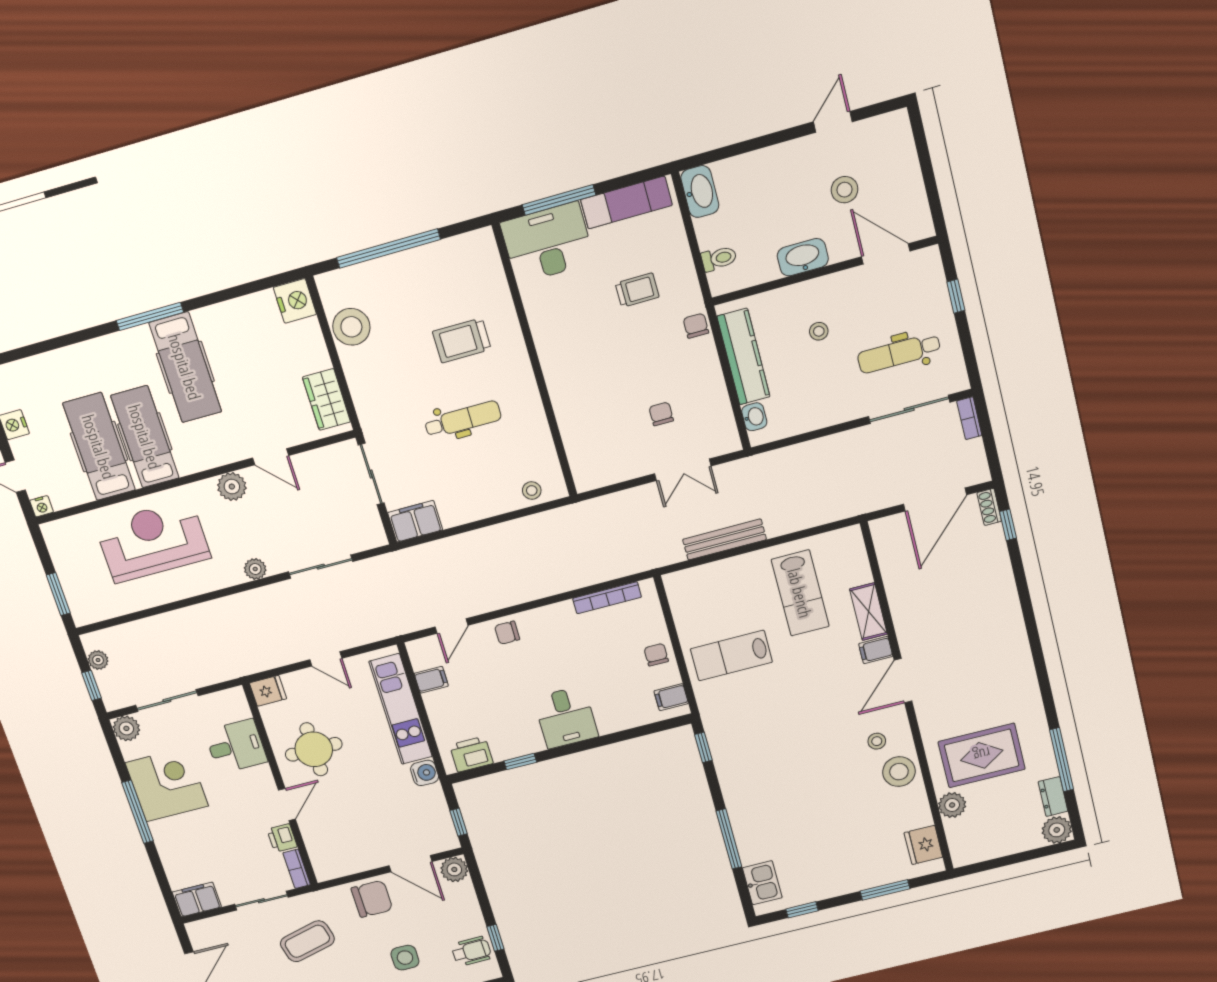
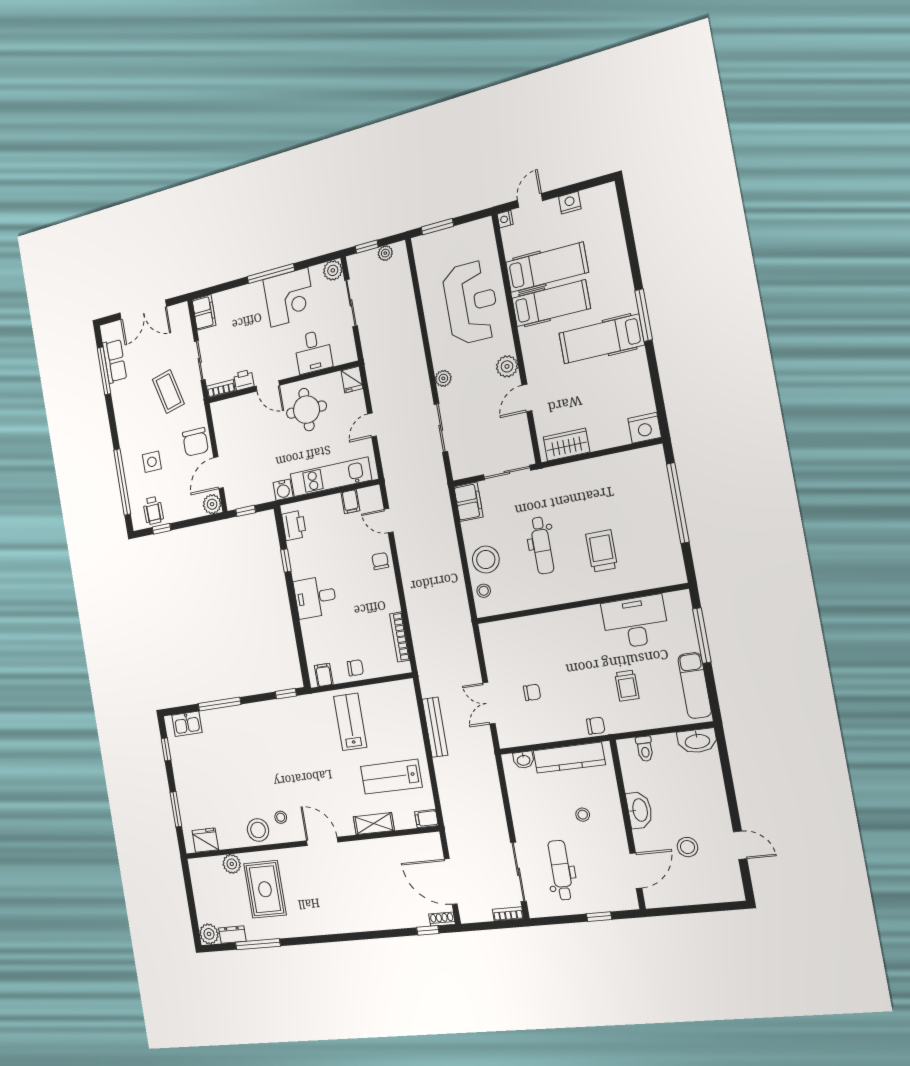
desk: (547, 243) -> (635, 622), moved, turned -90
stool: (351, 327) -> (486, 560), moved
filing cabinet: (876, 650) -> (426, 819), moved, turned -90

